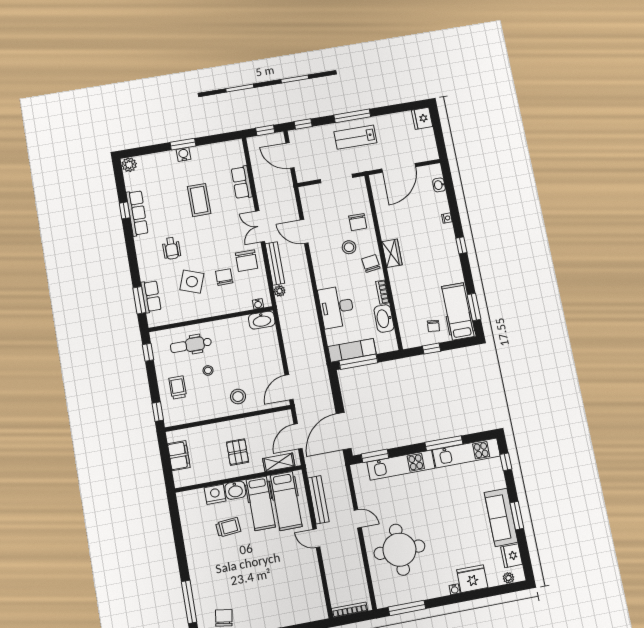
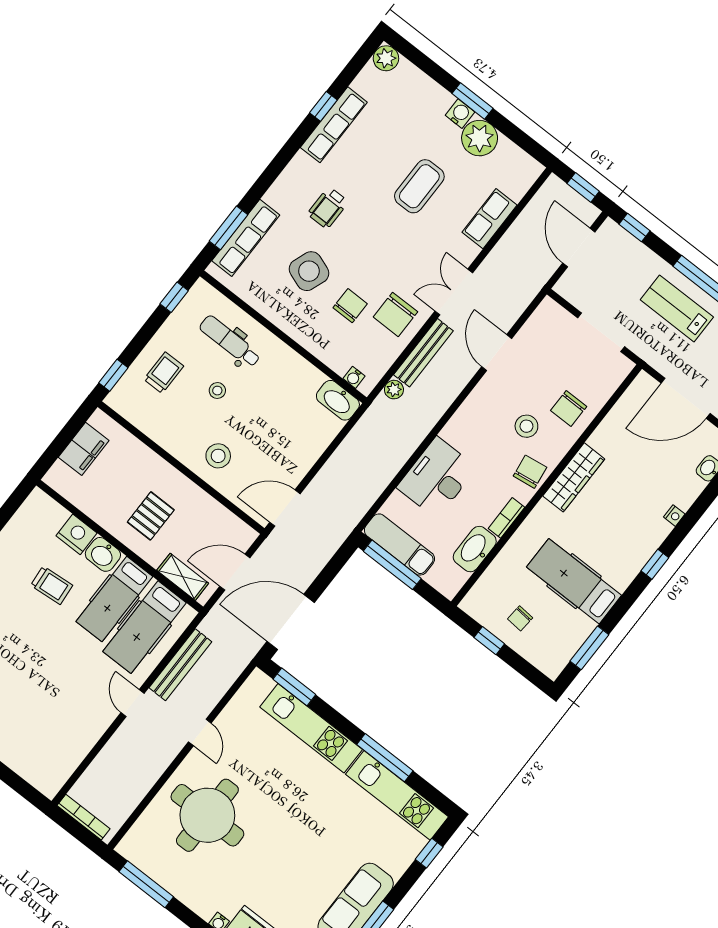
plant: (202, 156) -> (480, 138), added
wardrobe: (392, 253) -> (574, 477), width x1.50
row of seats: (151, 296) -> (246, 238), width x1.48
hospital bed: (458, 311) -> (574, 581), moved, turned -90

